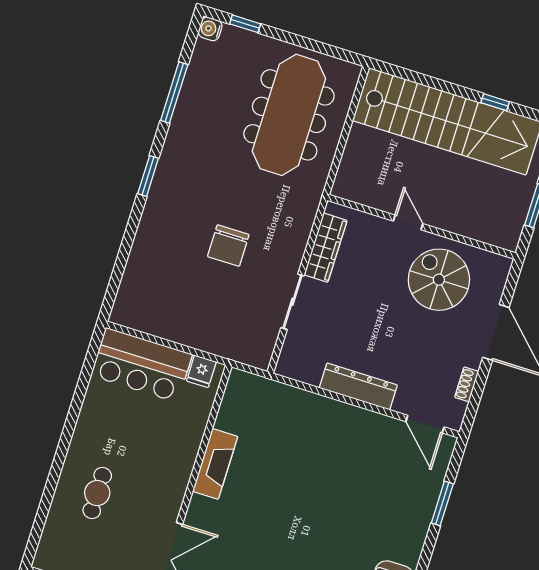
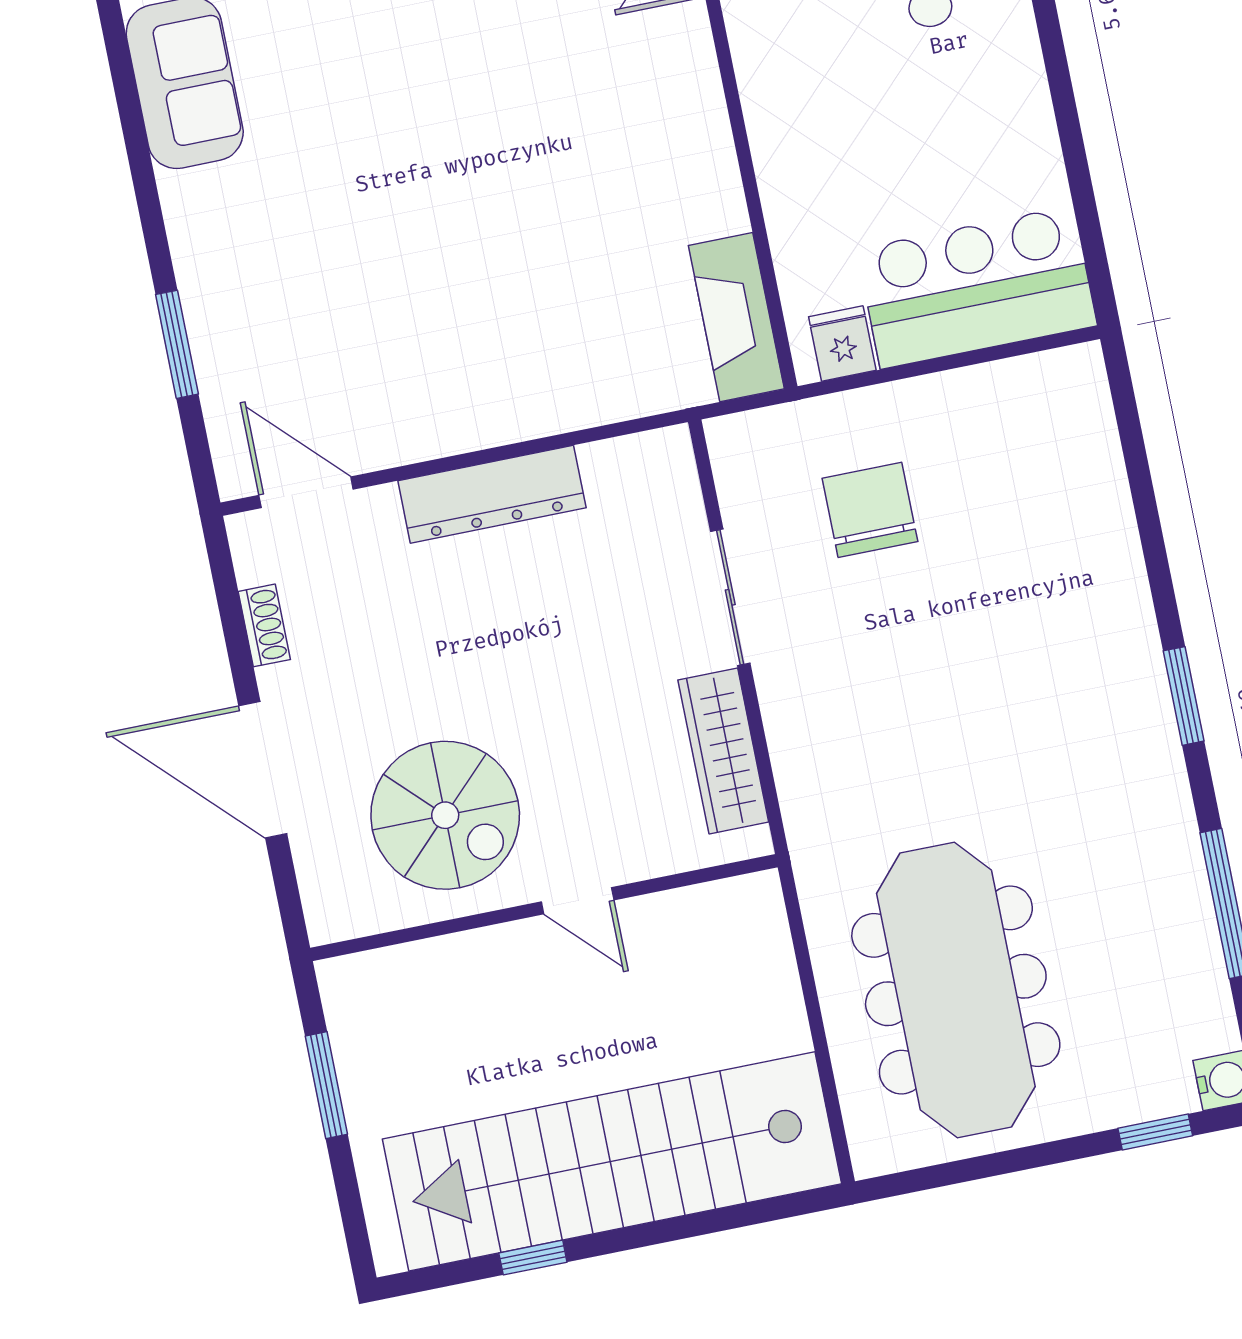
chair: (228, 246) -> (870, 510), moved
fireplace: (215, 464) -> (736, 317), moved

